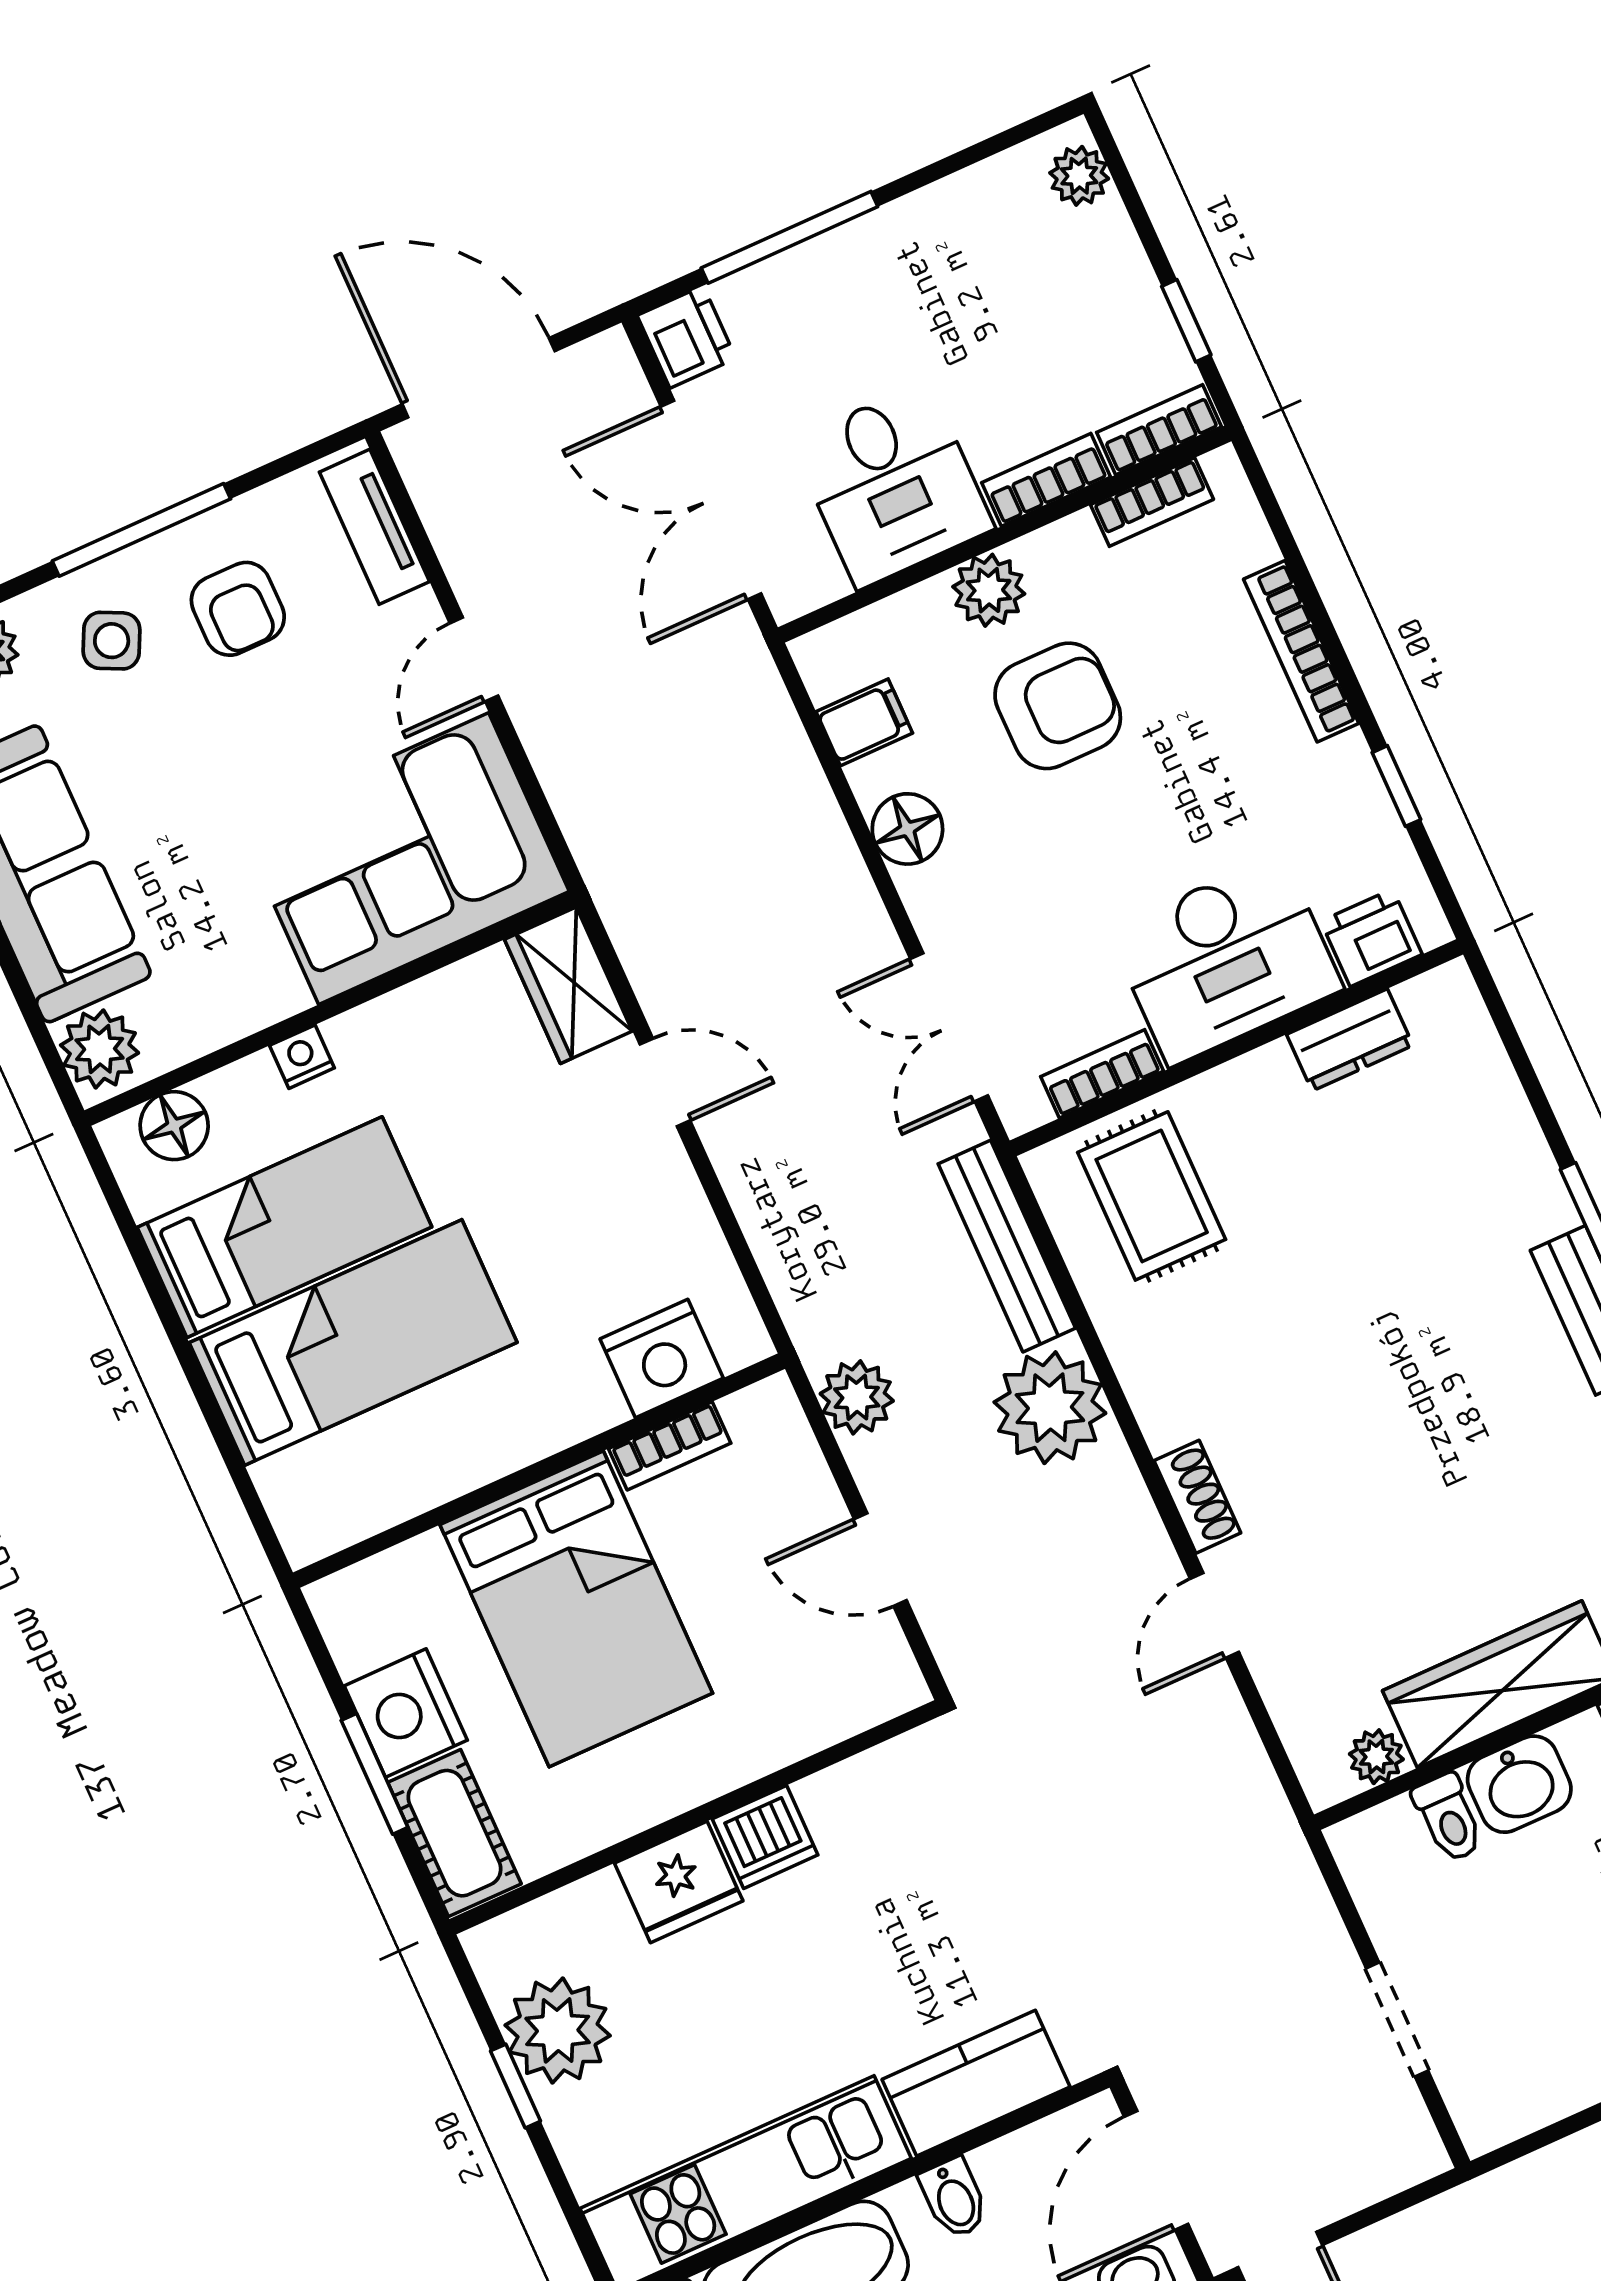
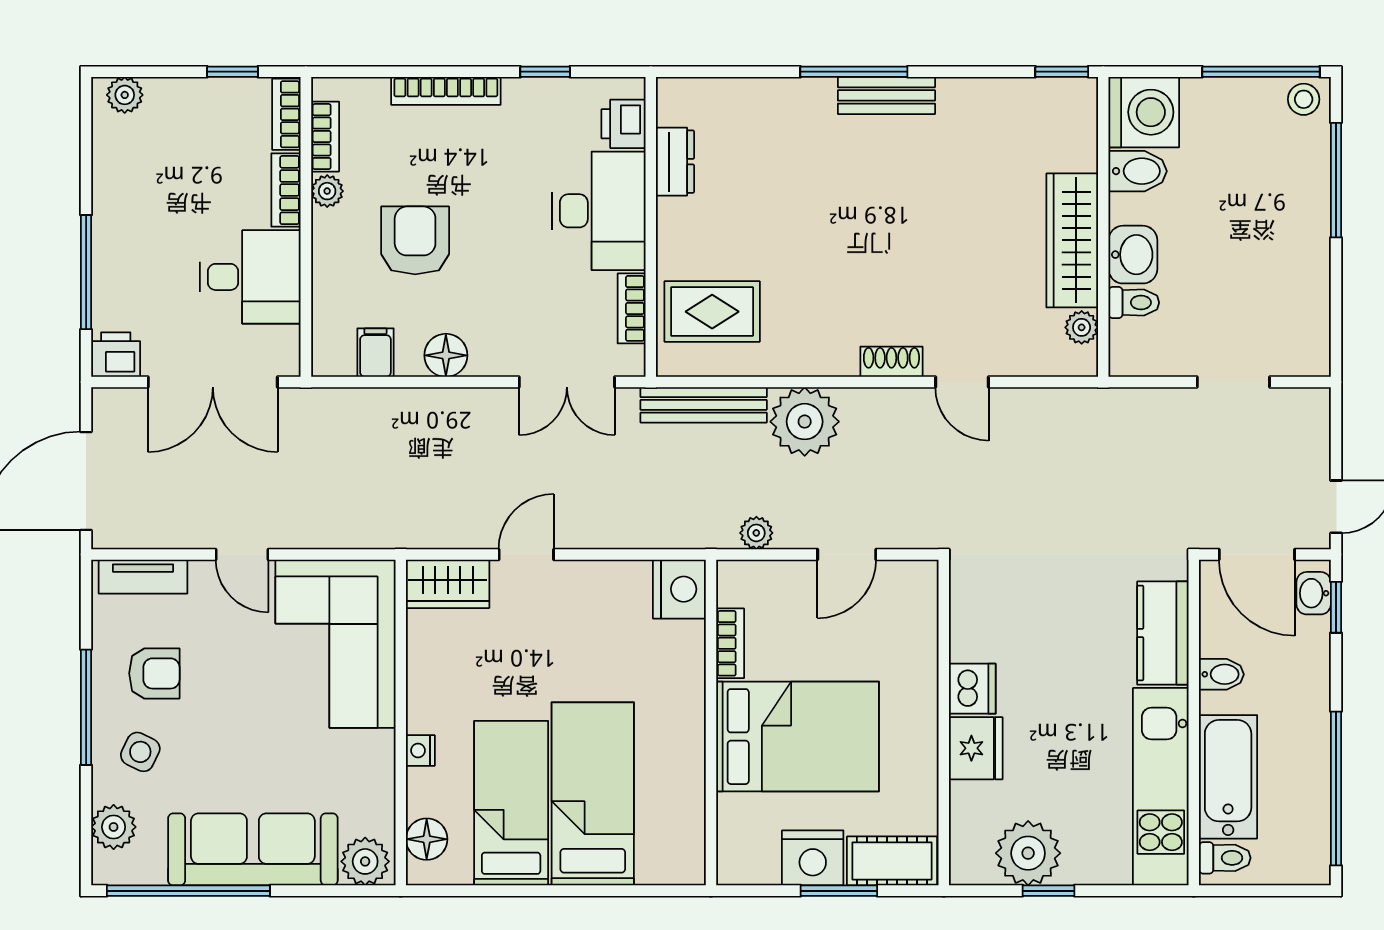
plant: (989, 590) -> (327, 191), moved, width x0.73, depth x0.73
nightstand: (662, 1359) -> (679, 589), moved
plant: (857, 1397) -> (756, 533), width x0.73, depth x0.73

